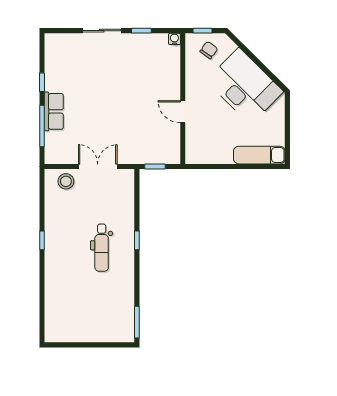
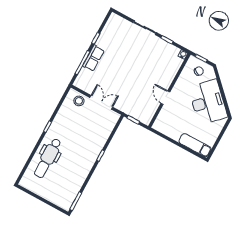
dental chair: (102, 248) -> (48, 158), moved, width x1.36, depth x1.38

